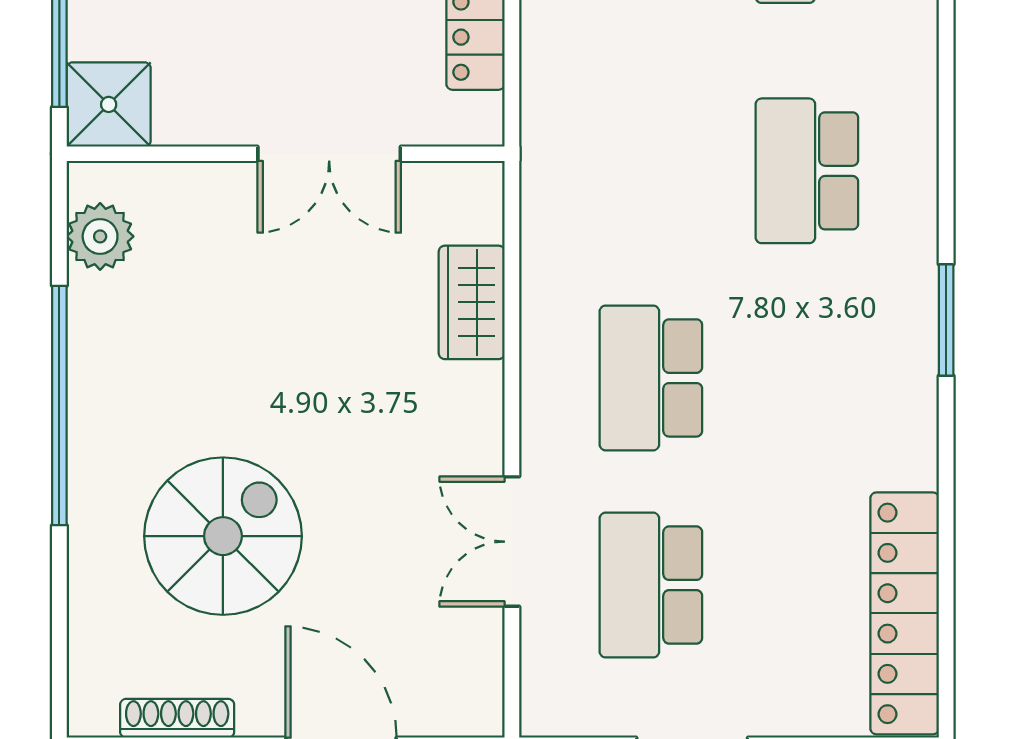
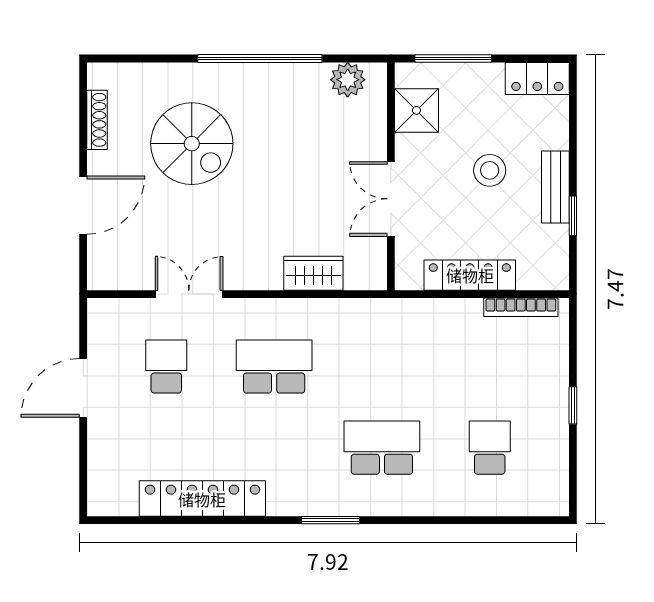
shower: (109, 104) -> (416, 110), moved
window: (946, 320) -> (330, 520), moved
school desk: (651, 585) -> (166, 366), width x0.54
locker: (905, 613) -> (202, 499), moved

